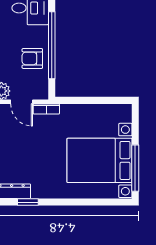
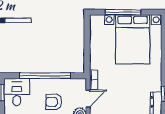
armchair: (32, 58) -> (54, 102), moved, turned 90
window: (135, 168) -> (123, 12), moved

